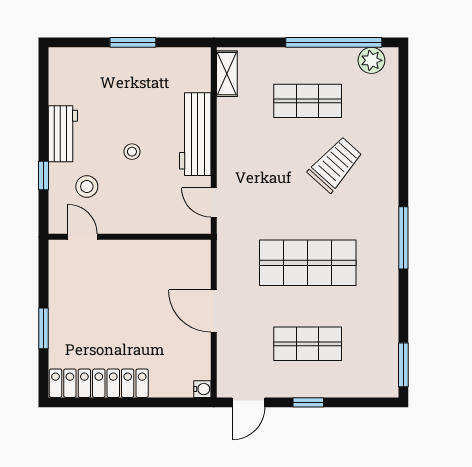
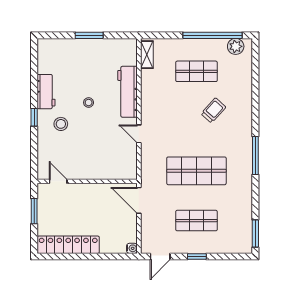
trolley: (335, 164) -> (213, 110), width x0.73, depth x0.72
door: (82, 237) -> (58, 181), moved
wall: (130, 237) -> (87, 181), moved

